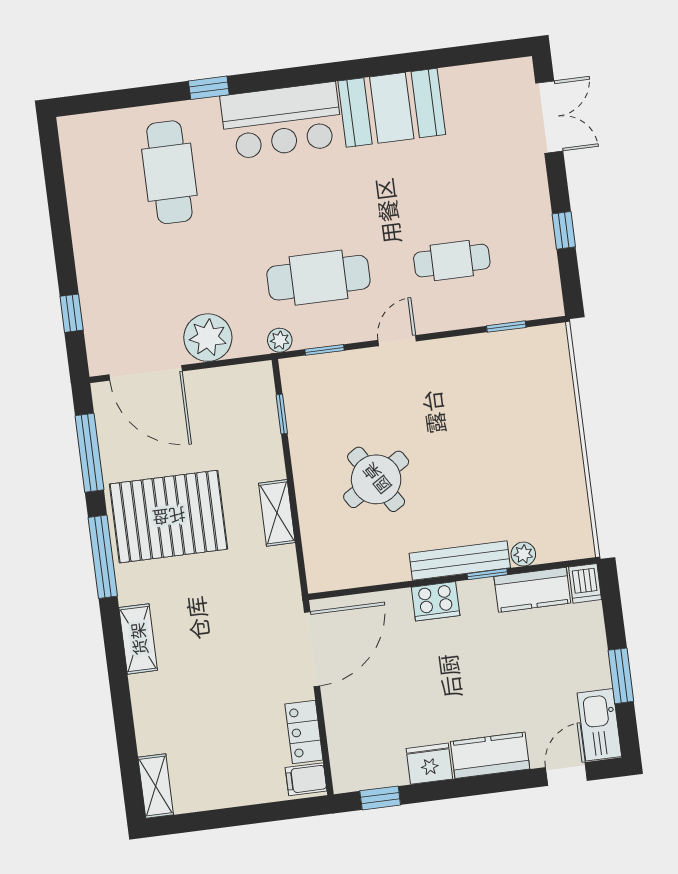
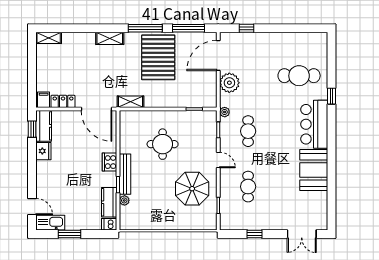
cafe table: (318, 278) -> (248, 131), width x0.73, depth x0.74
parasol: (474, 395) -> (192, 189), added
round table: (376, 479) -> (163, 144), turned 32
shelving: (277, 513) -> (131, 102), moved
kitchen counter: (490, 755) -> (44, 126), moved

